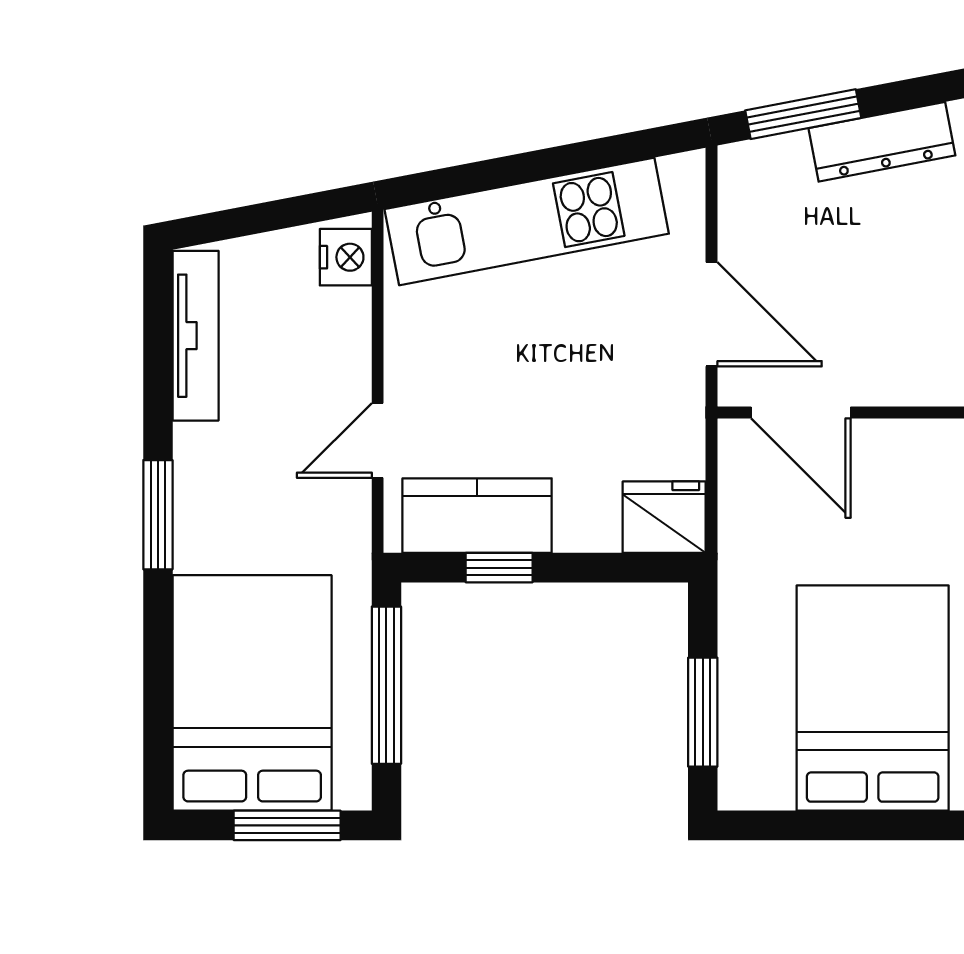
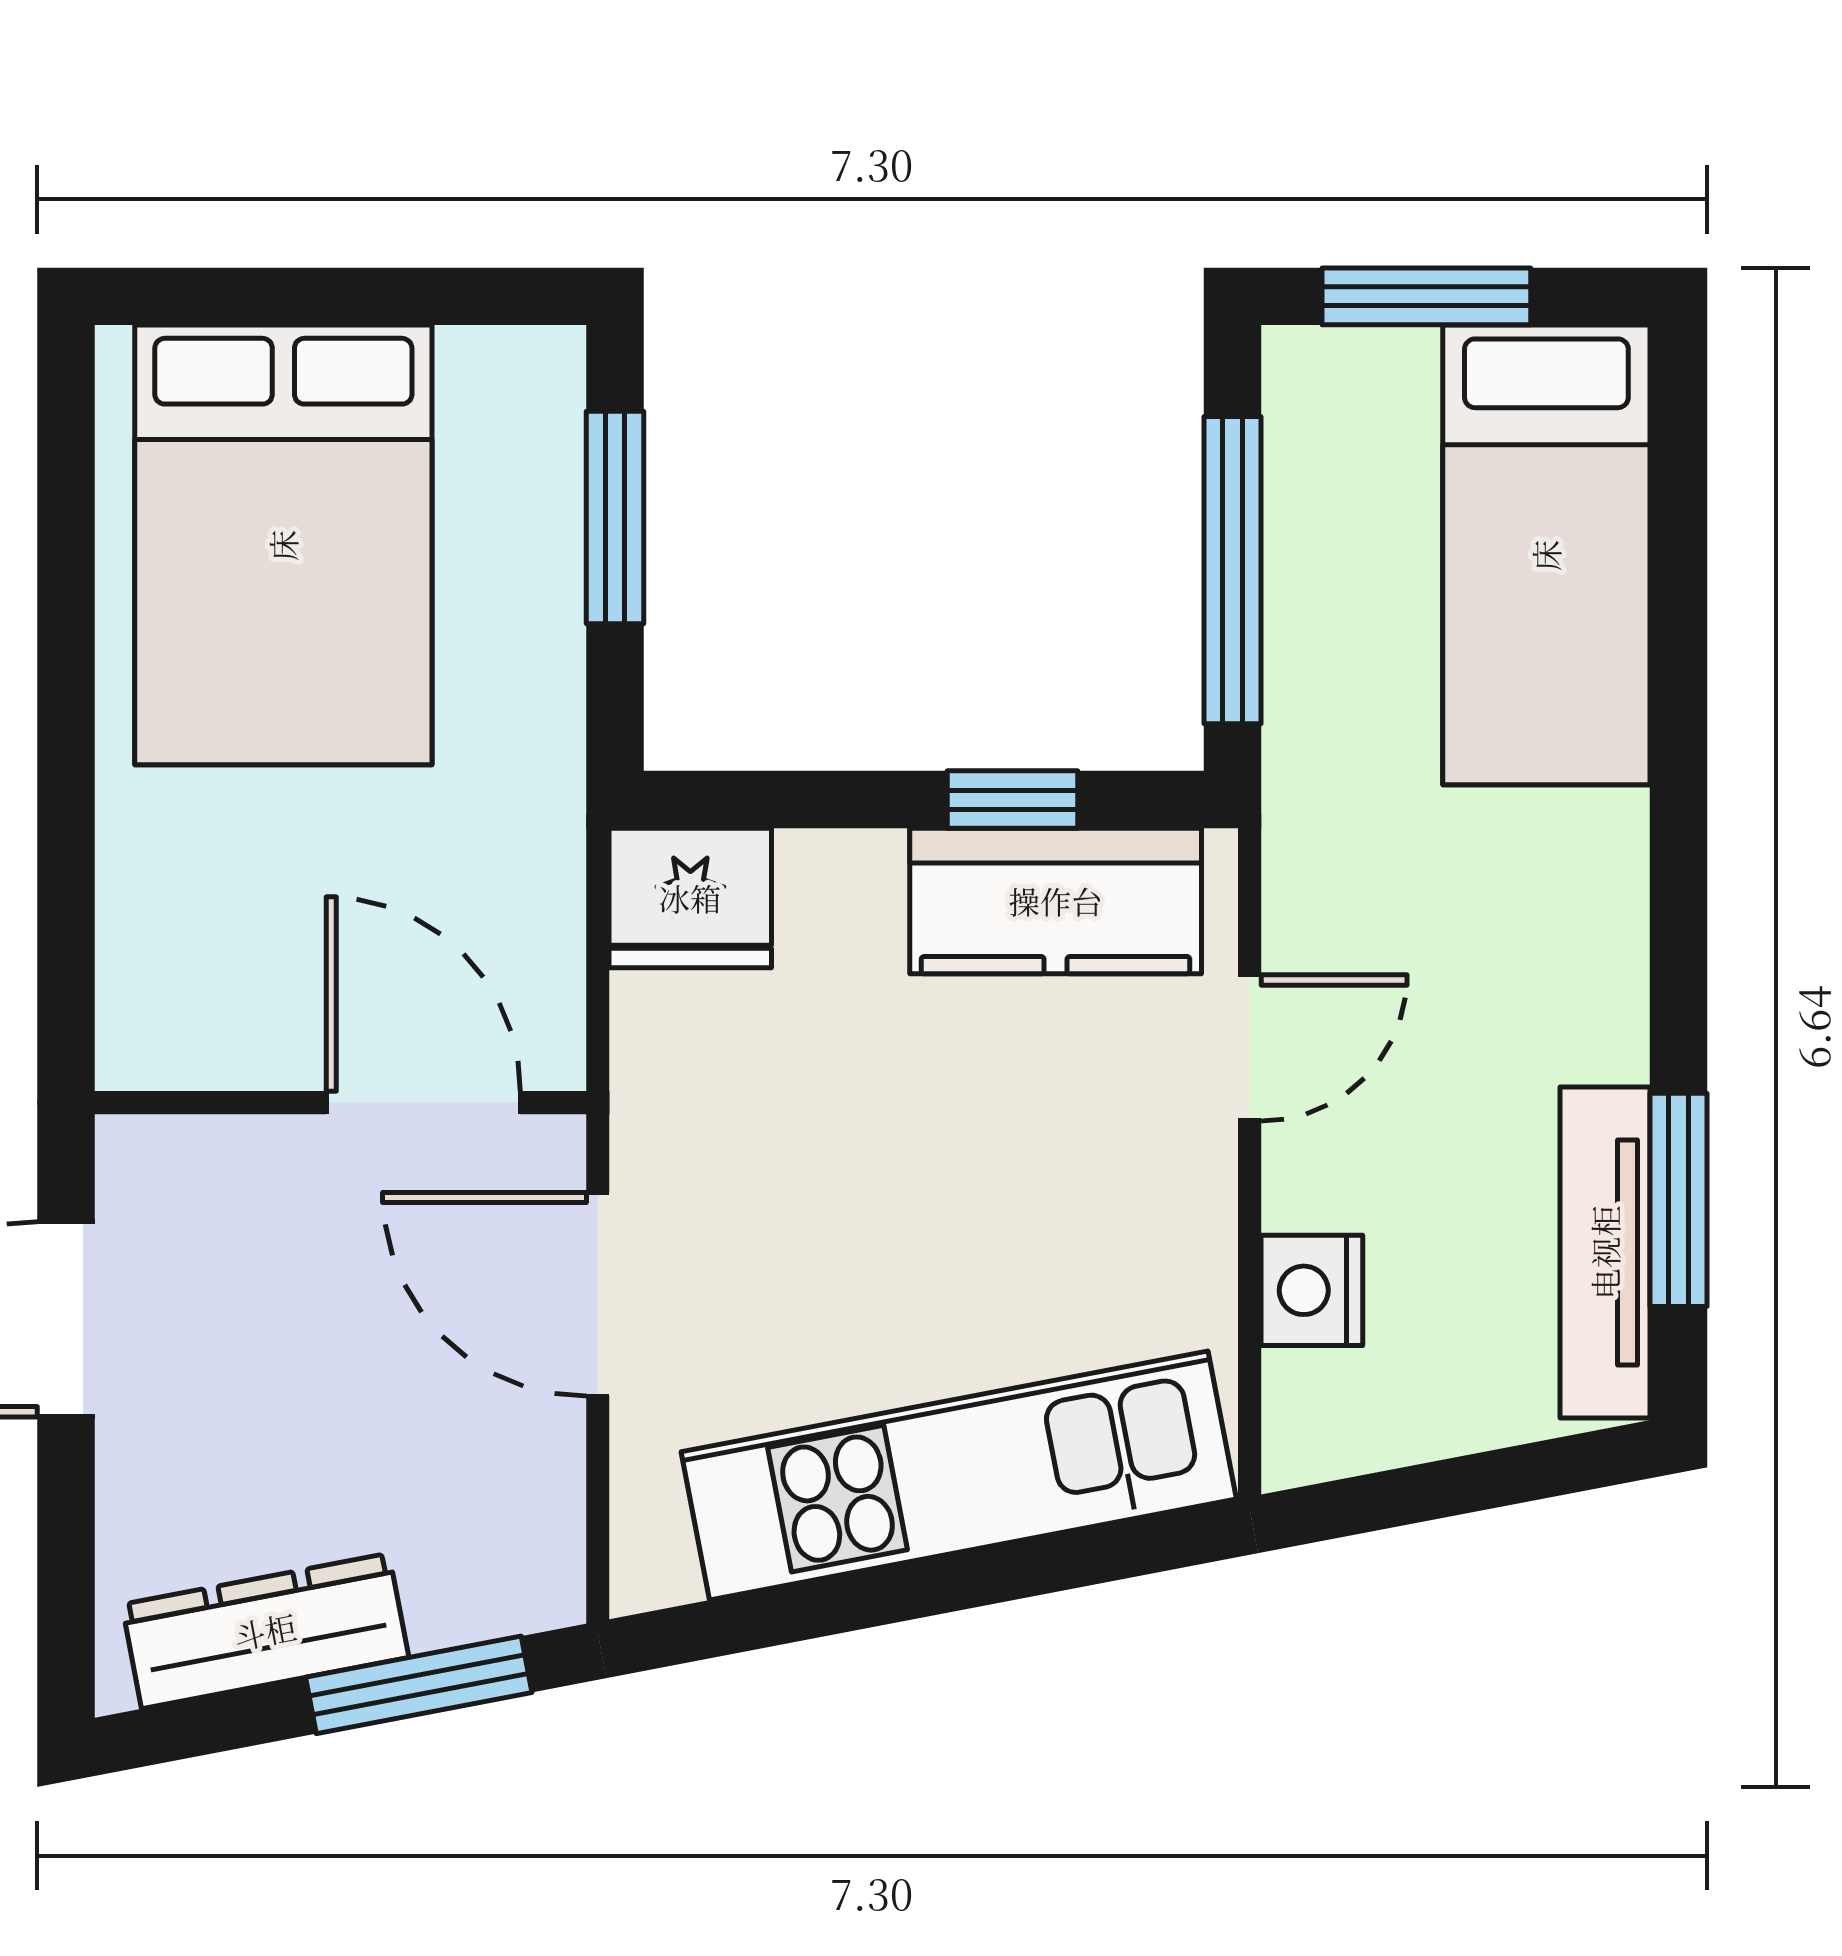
nightstand: (346, 257) -> (1312, 1290), moved
window: (158, 515) -> (1678, 1200), moved
bed: (252, 693) -> (1546, 555), width x0.67

